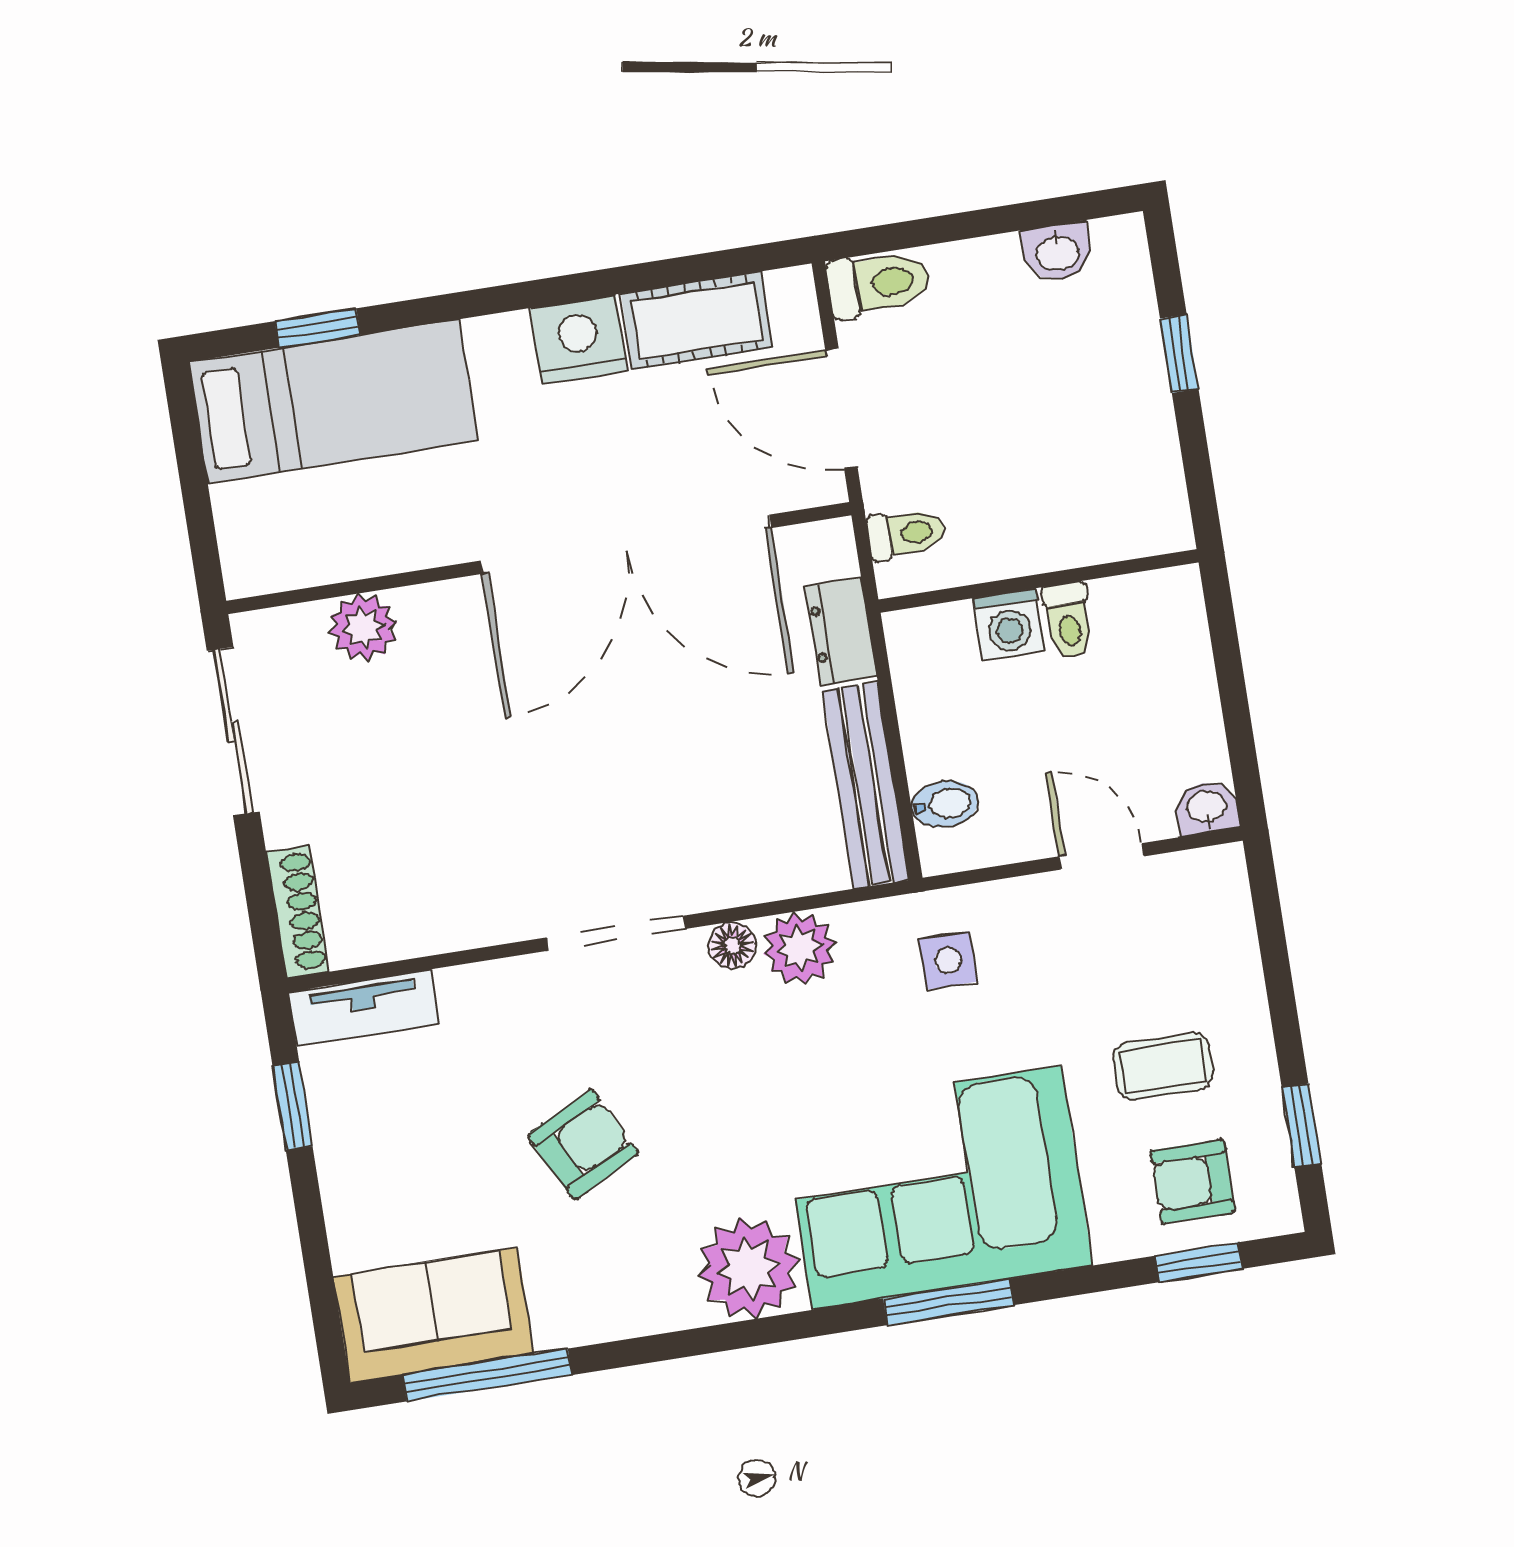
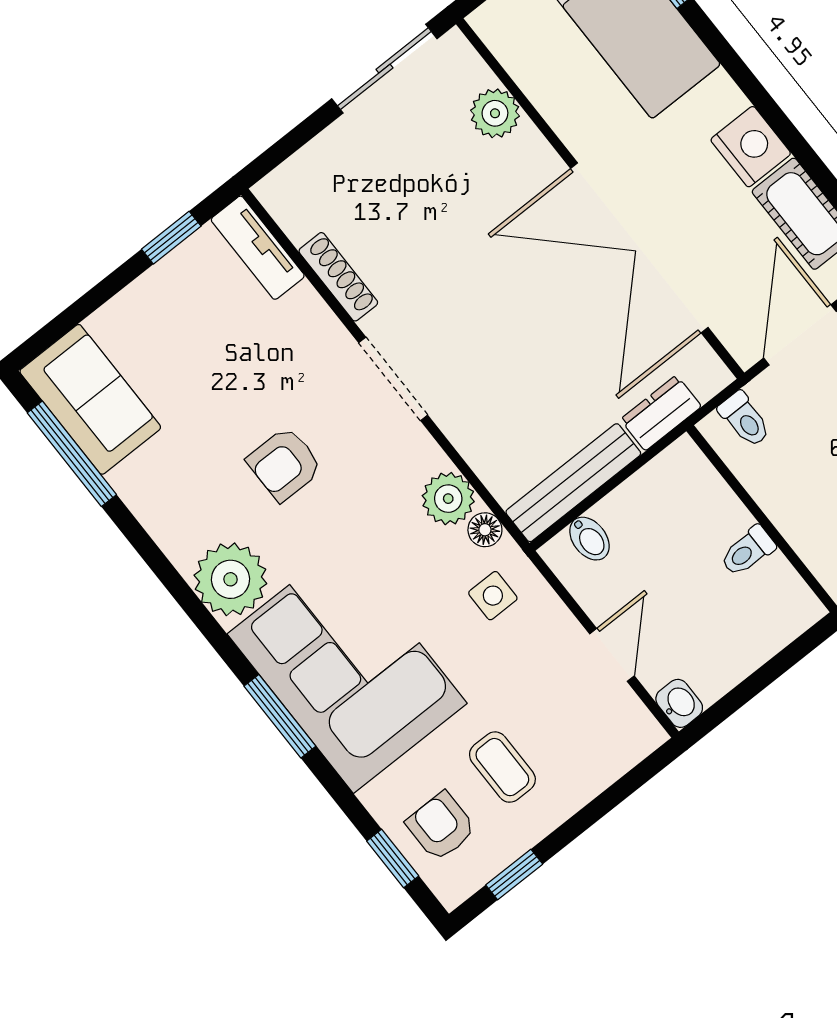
washing machine: (1009, 624) -> (724, 515), removed
shoe rack: (297, 912) -> (338, 277), moved, turned -90
floor lamp: (732, 946) -> (485, 530), moved
armchair: (583, 1144) -> (285, 464), moved, turned 117

